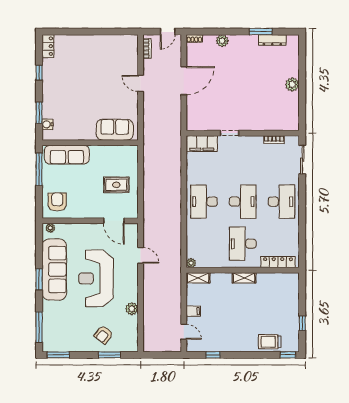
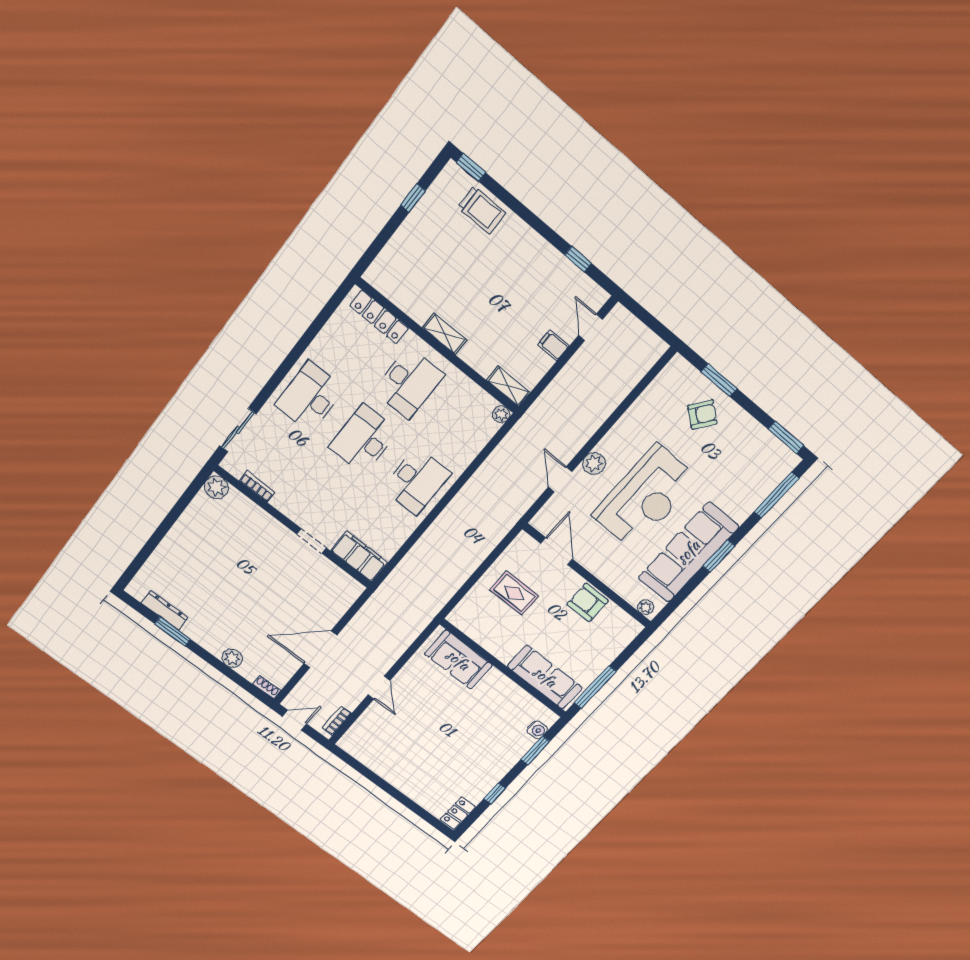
plant: (292, 84) -> (216, 487), moved
armchair: (57, 202) -> (588, 602), moved, turned 90
plant: (132, 309) -> (594, 463), moved

